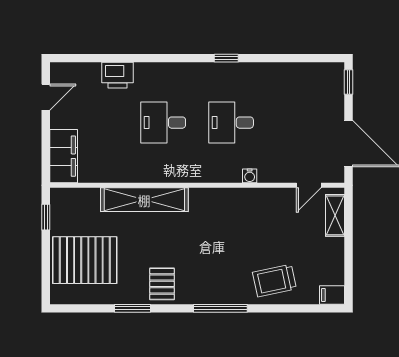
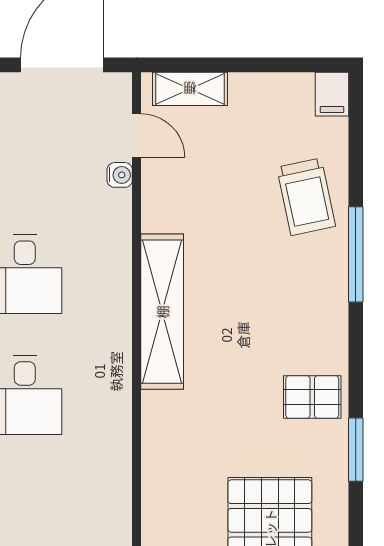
water cooler: (250, 176) -> (120, 175), moved
shelving: (144, 200) -> (162, 312), moved
window: (220, 308) -> (356, 254), moved

